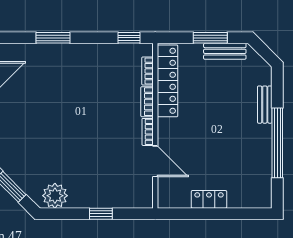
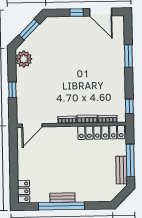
window: (210, 38) -> (130, 160), width x1.44
bench: (265, 105) -> (62, 198), moved
door: (155, 161) -> (32, 125), moved
locker: (209, 199) -> (24, 191), moved

